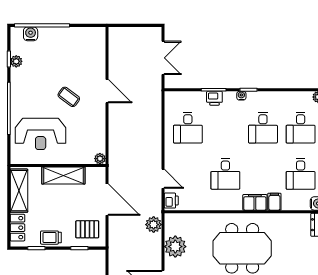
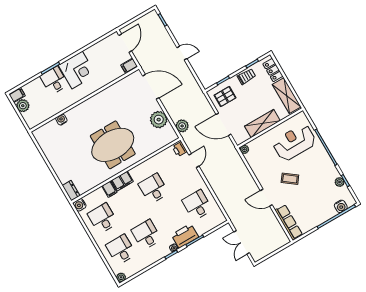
row of seats: (98, 50) -> (289, 222), added
printer: (214, 98) -> (185, 236), width x1.87, depth x1.48
door: (163, 179) -> (194, 161), swing flipped

